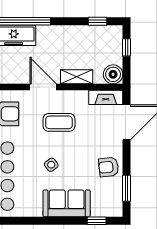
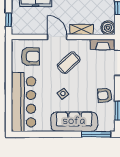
coffee table: (59, 122) -> (69, 63), turned -42
sofa: (67, 203) -> (74, 122), width x1.36
window: (97, 221) -> (96, 134), width x2.17

